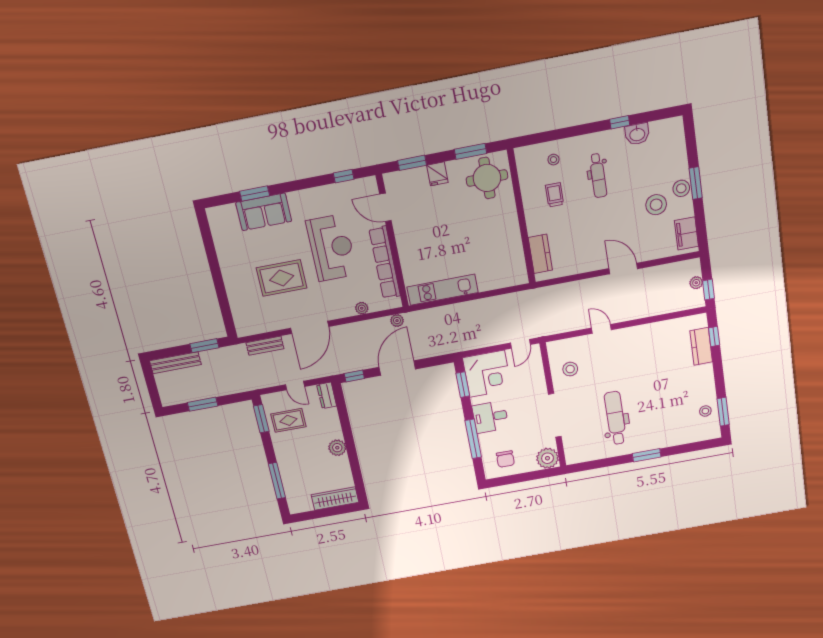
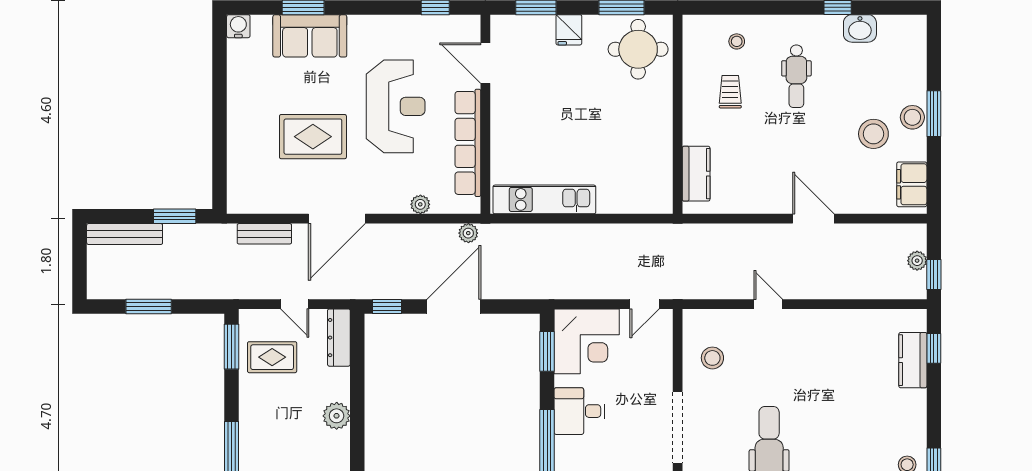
water cooler: (214, 215) -> (238, 26), added
dresser: (327, 395) -> (339, 338), width x1.44

